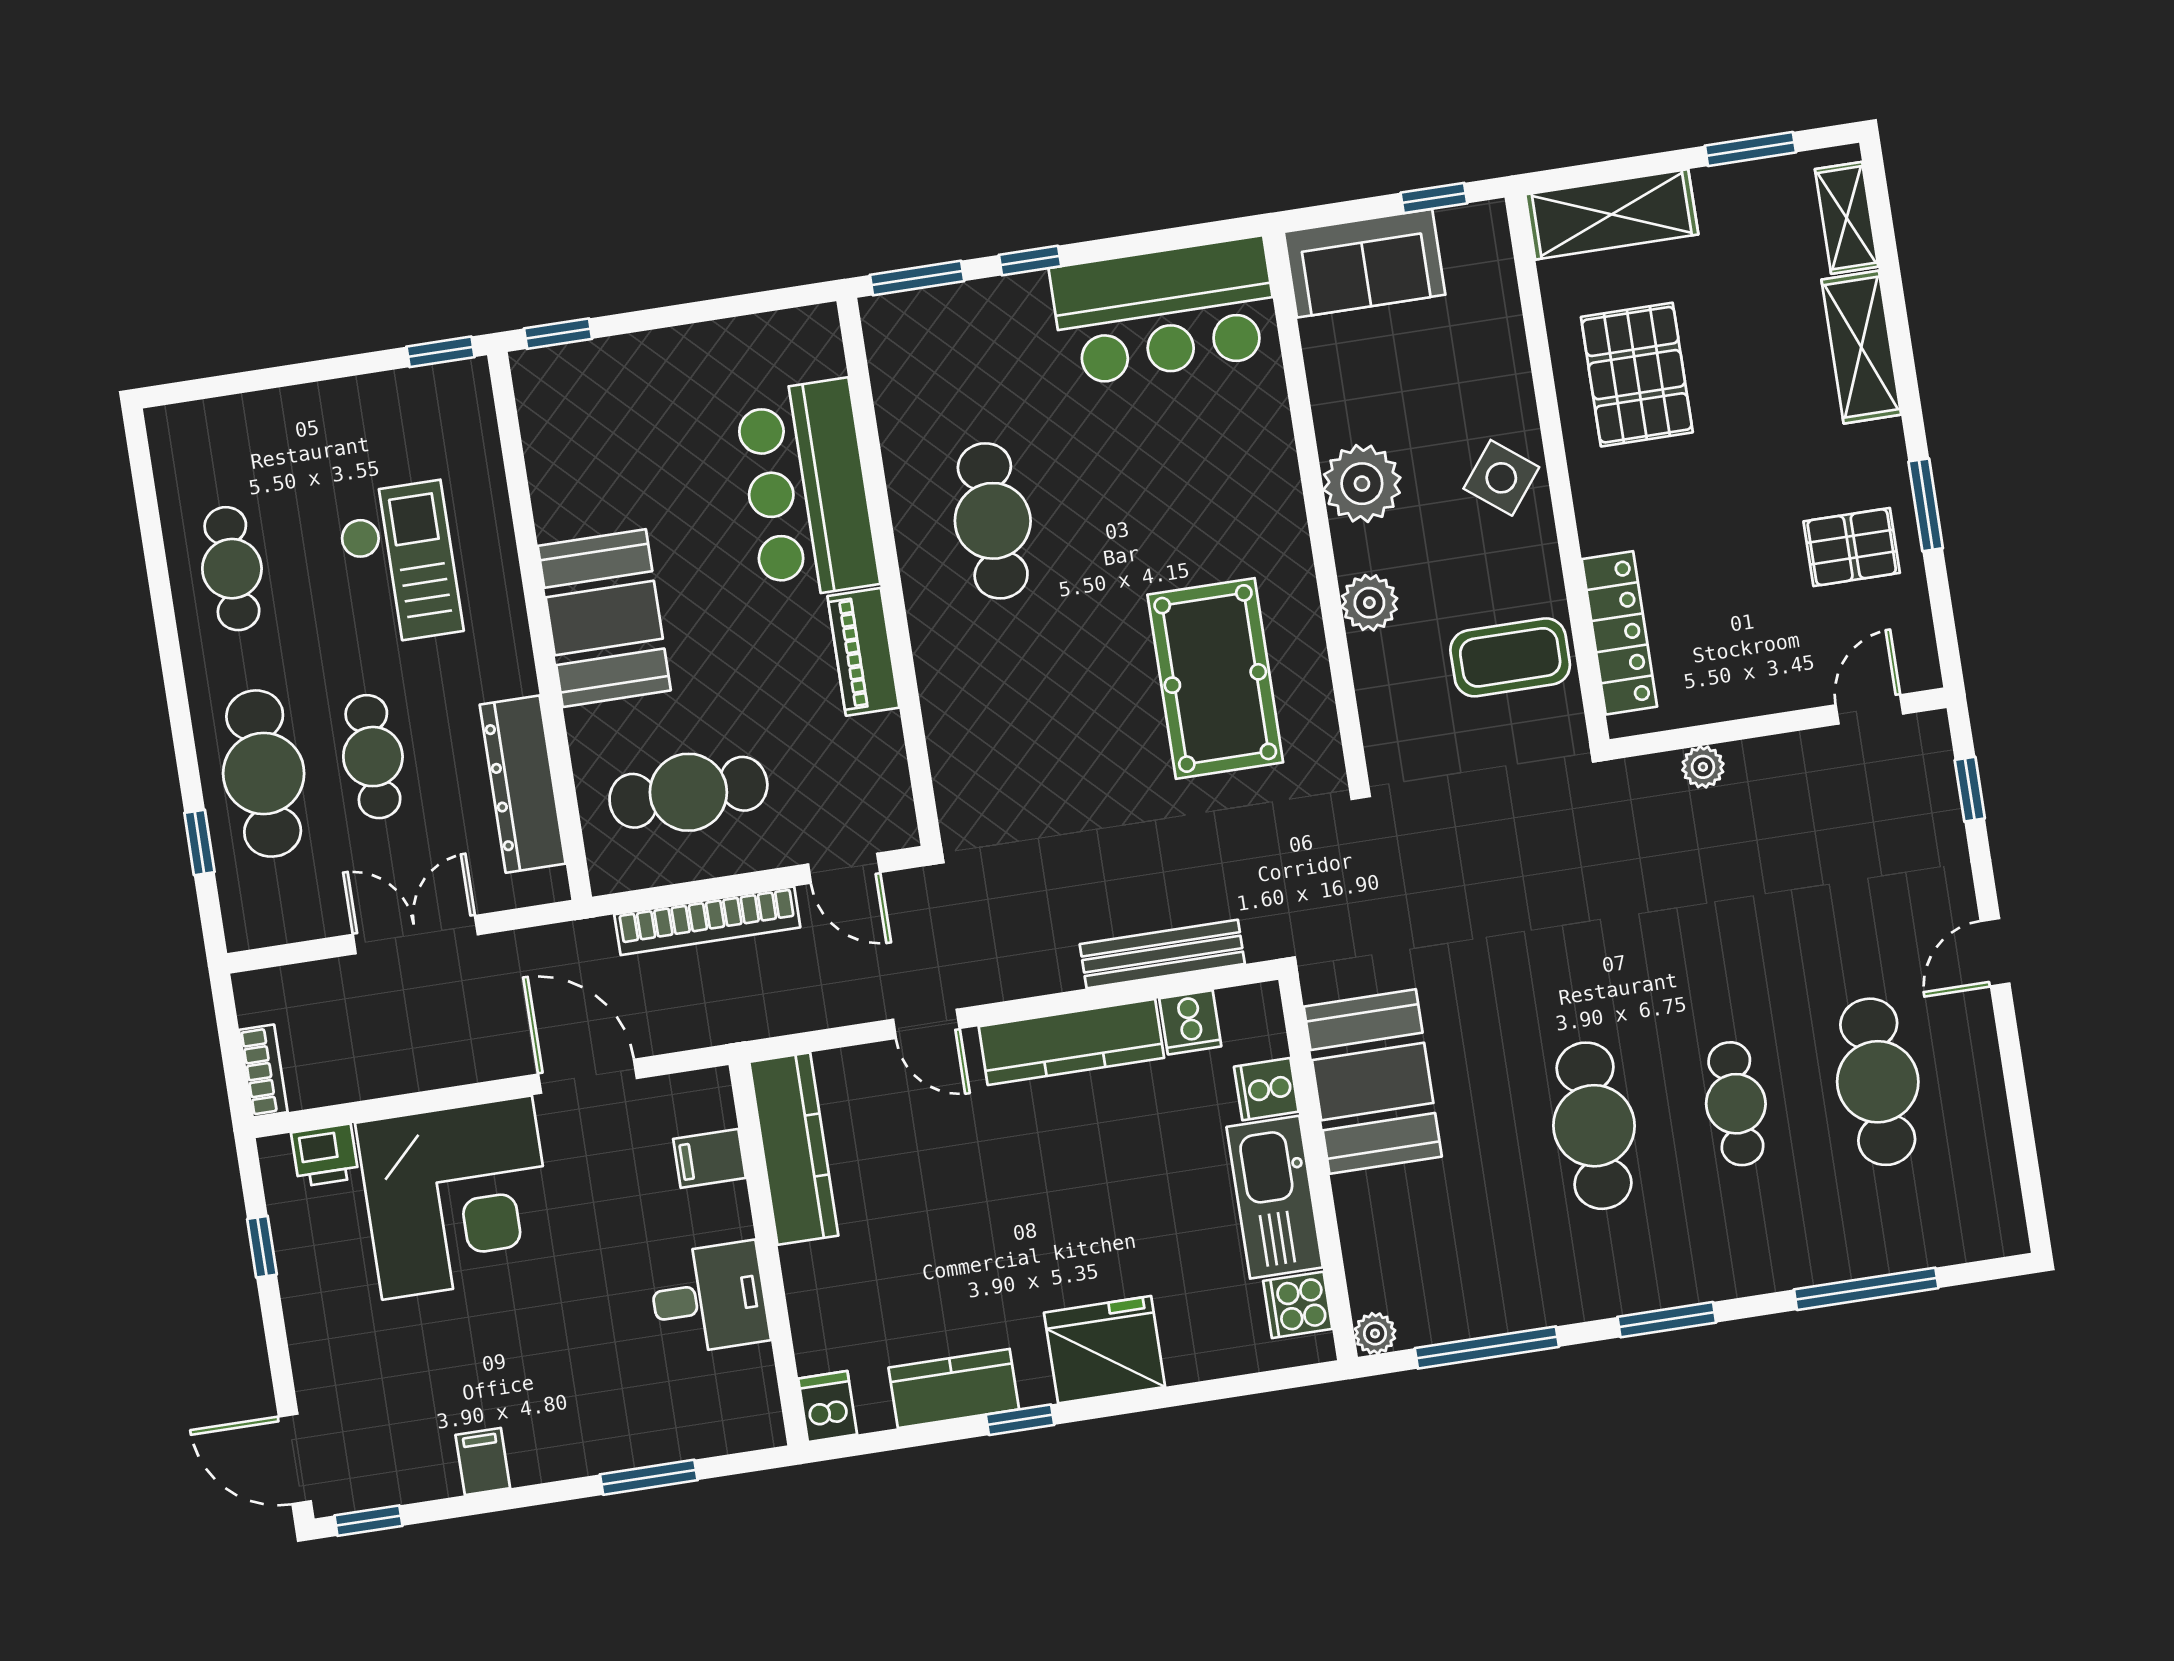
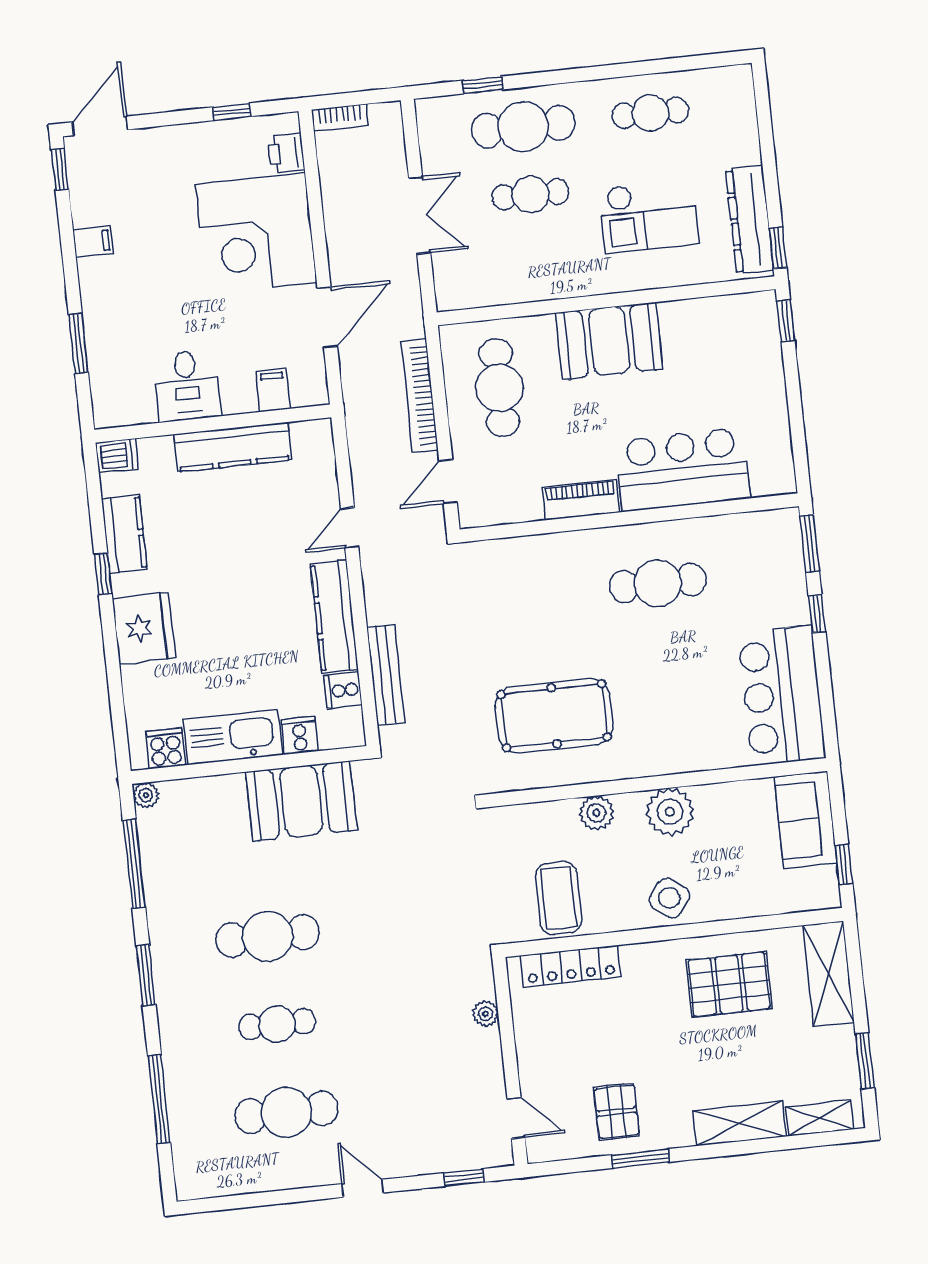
dresser: (523, 784) -> (750, 220), moved, turned -90
kitchen counter: (794, 1149) -> (233, 447), moved

